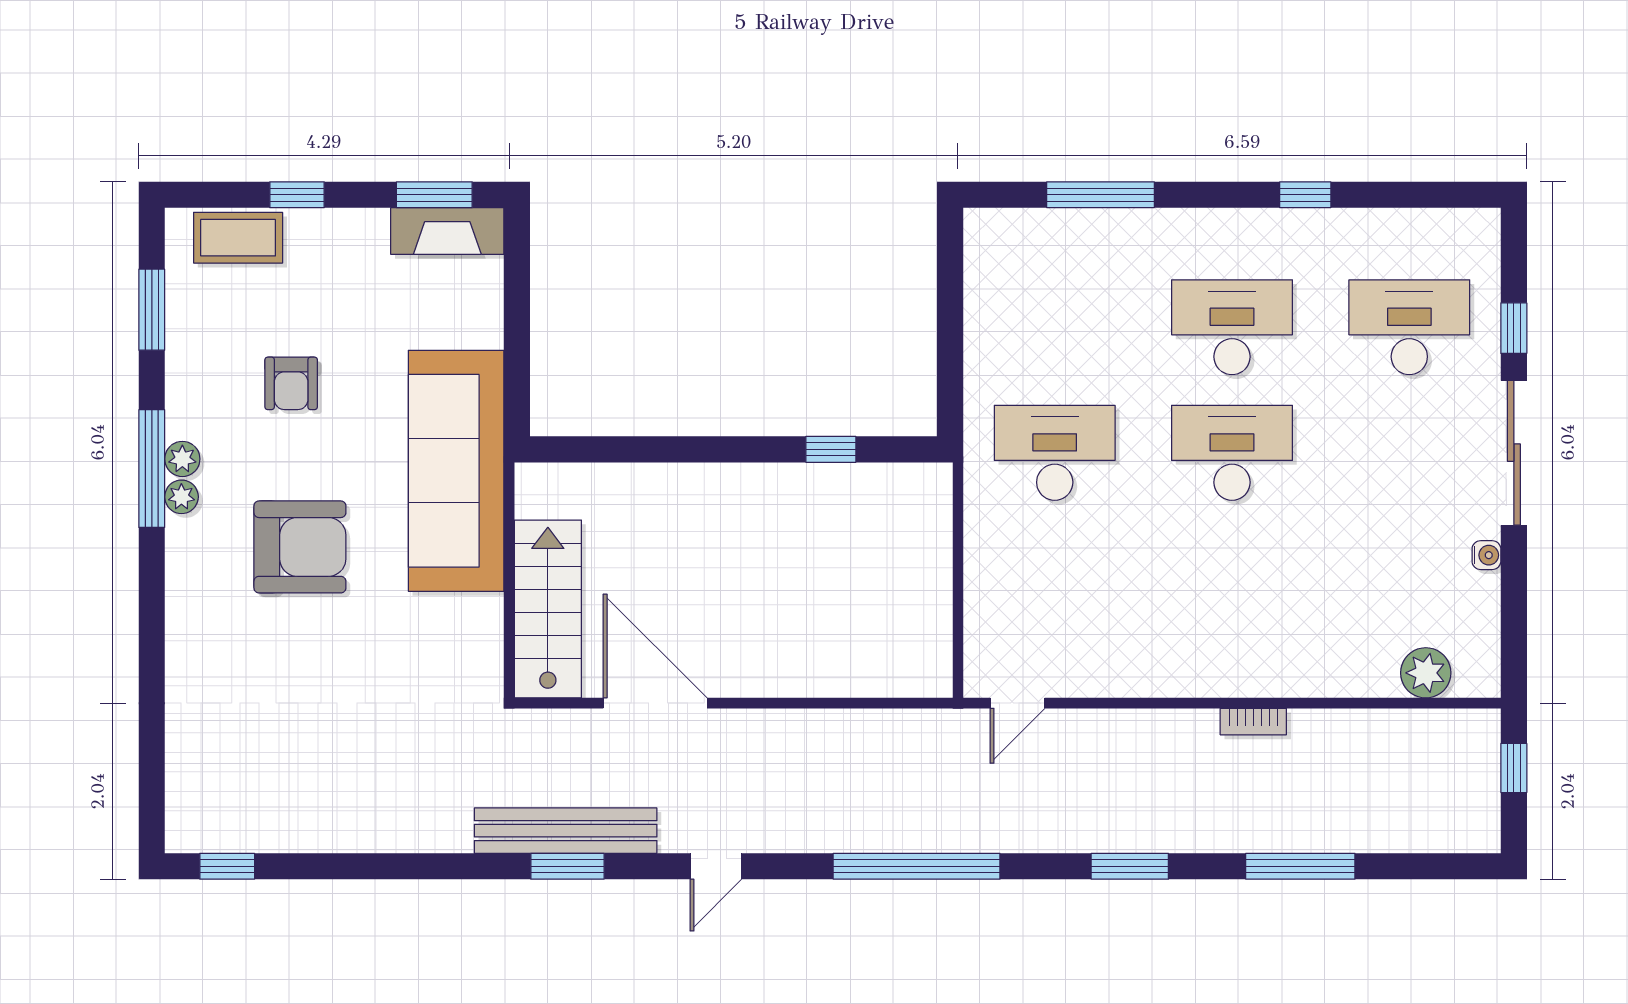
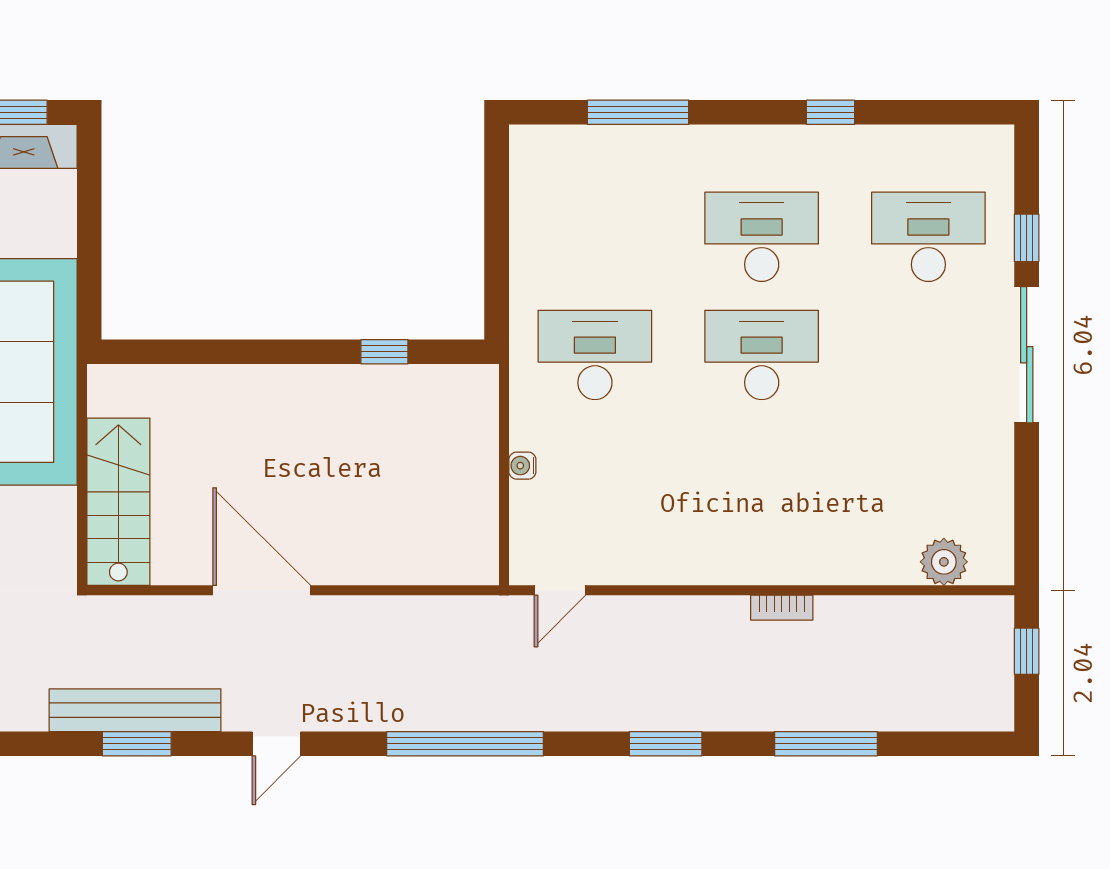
water cooler: (1486, 555) -> (522, 466), moved, turned 180
door: (655, 703) -> (262, 590), moved

